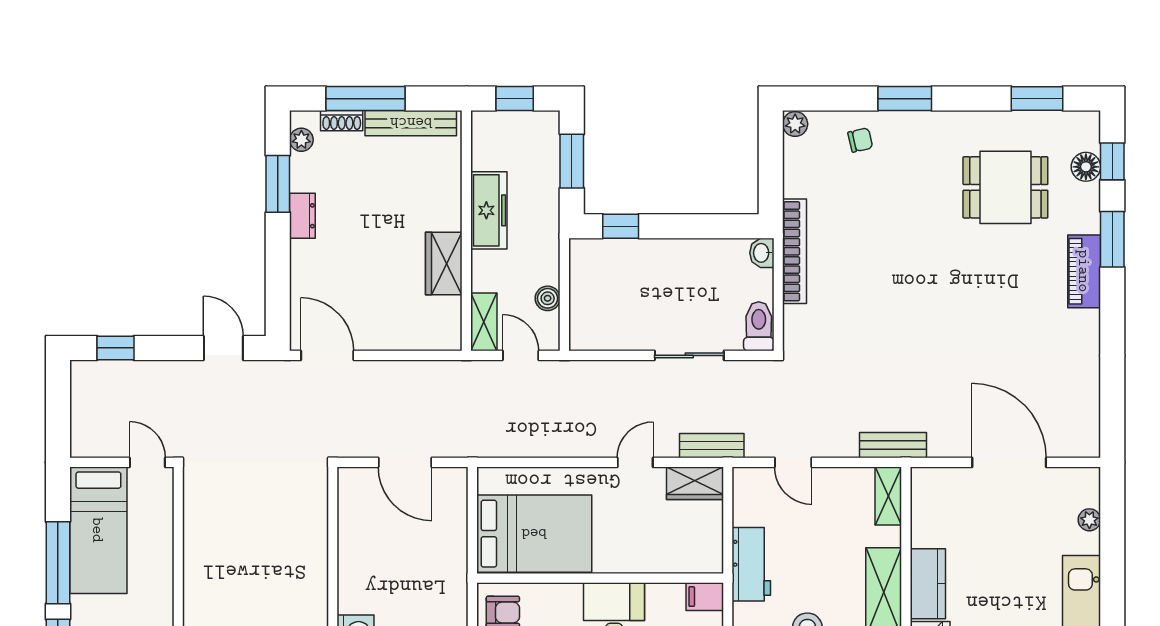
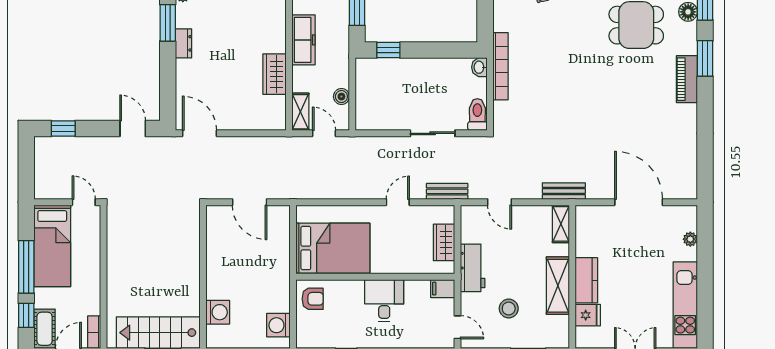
wardrobe: (695, 483) -> (444, 242), moved, turned 90

